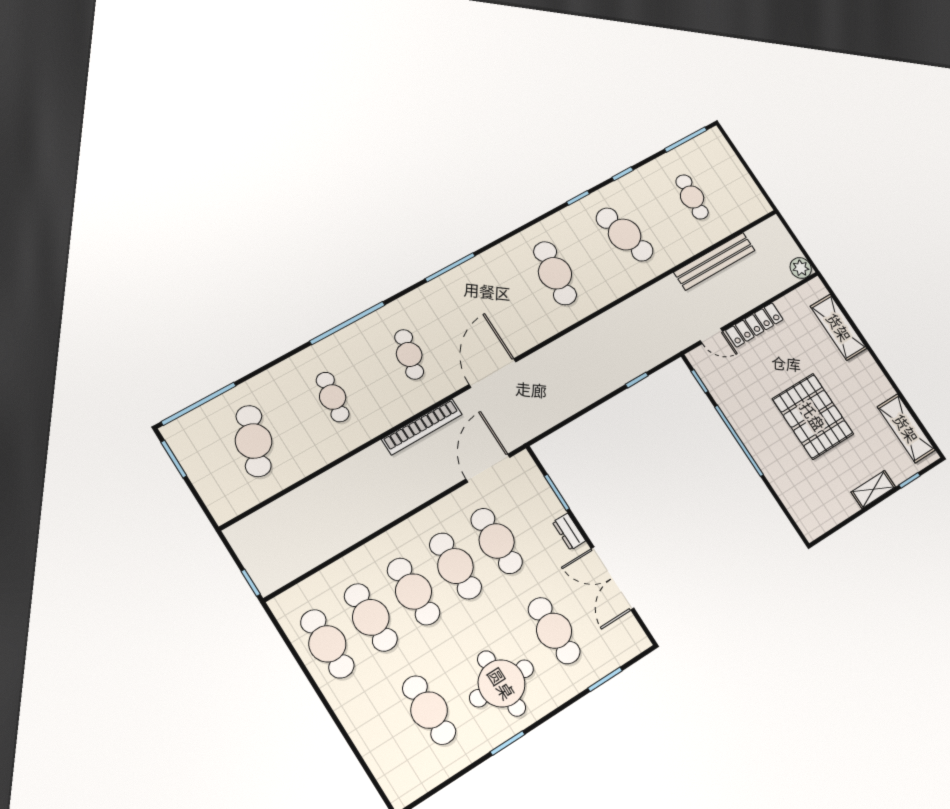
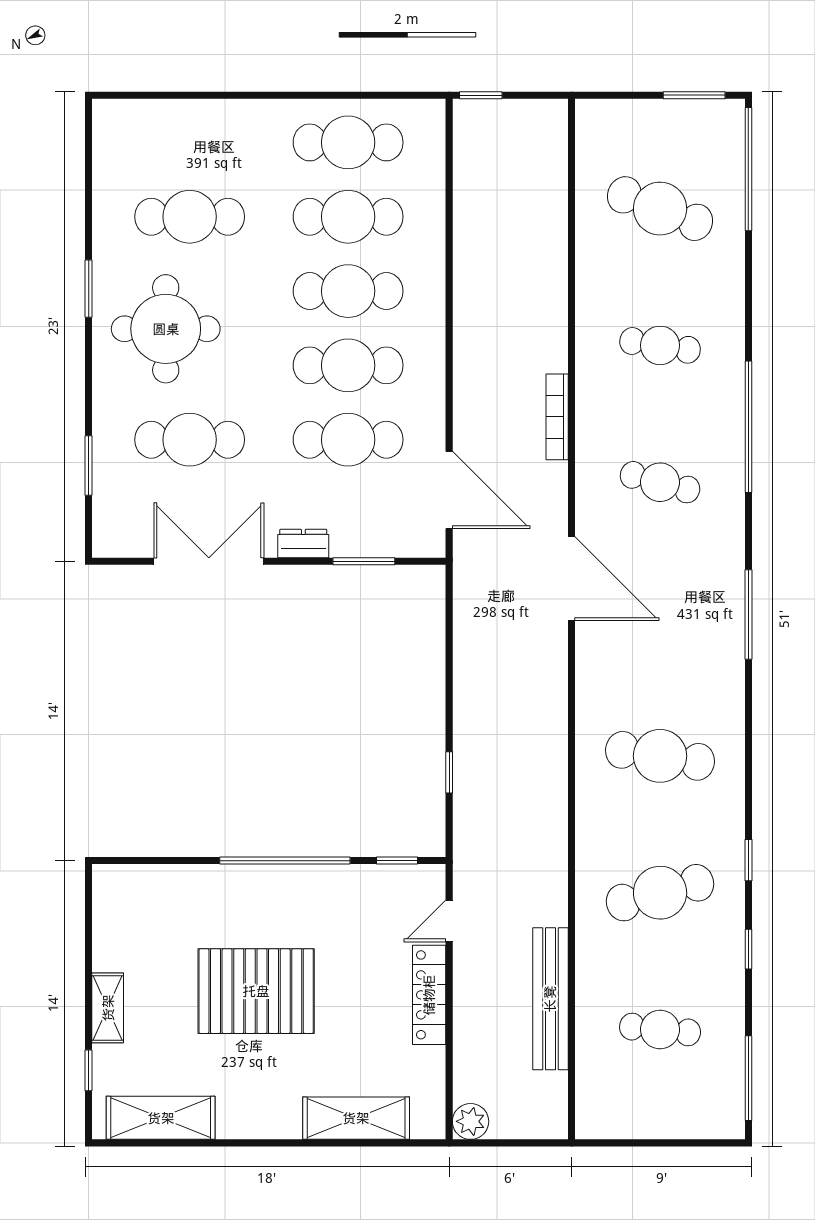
bookcase: (422, 427) -> (557, 417), width x0.68, depth x0.76

